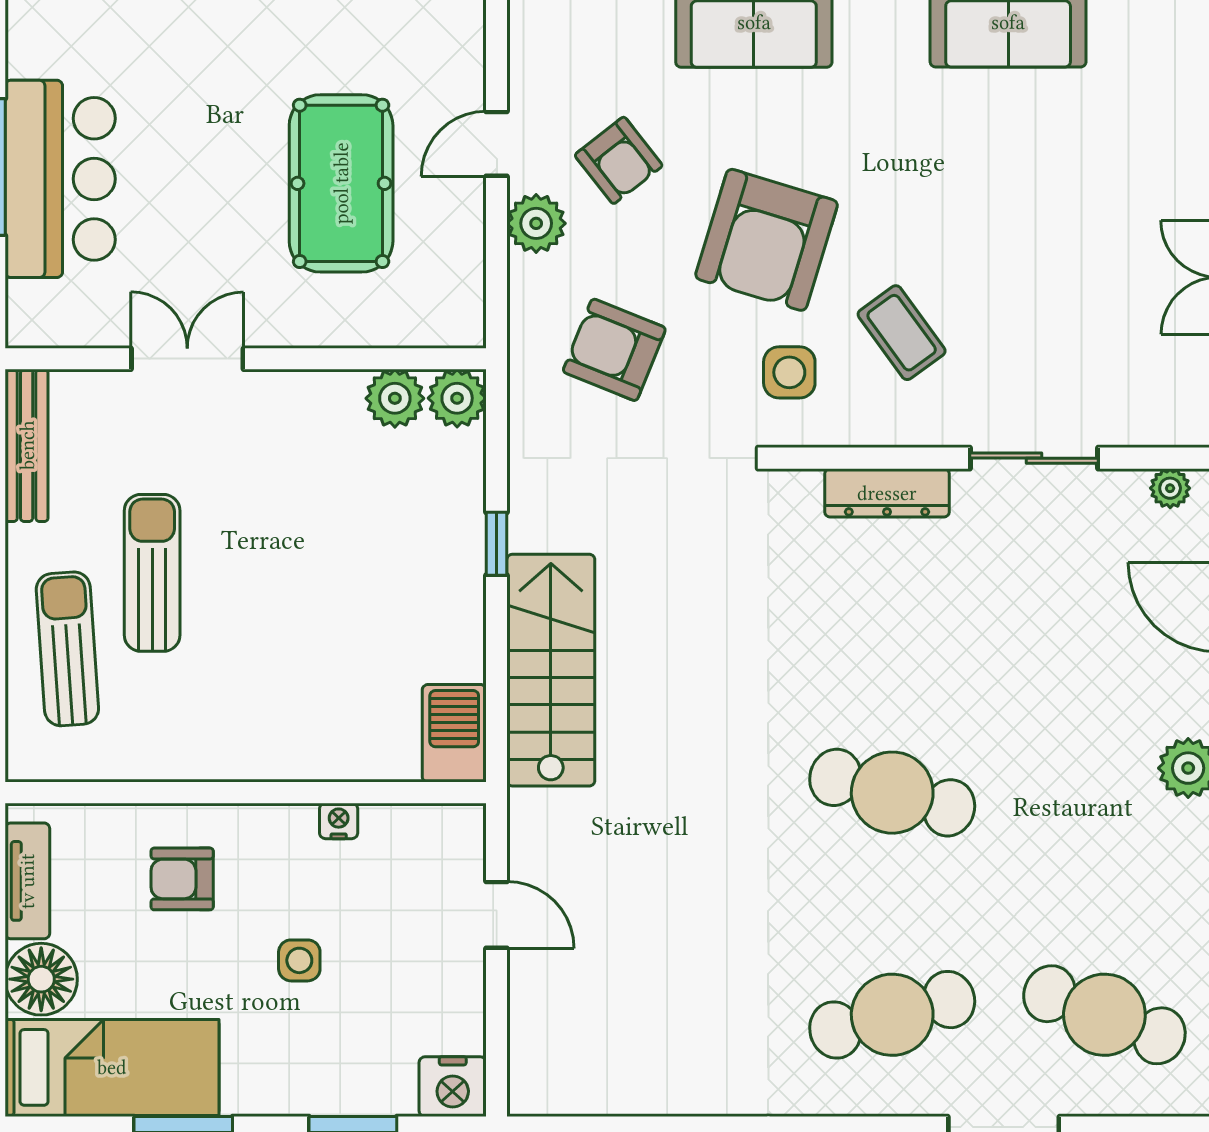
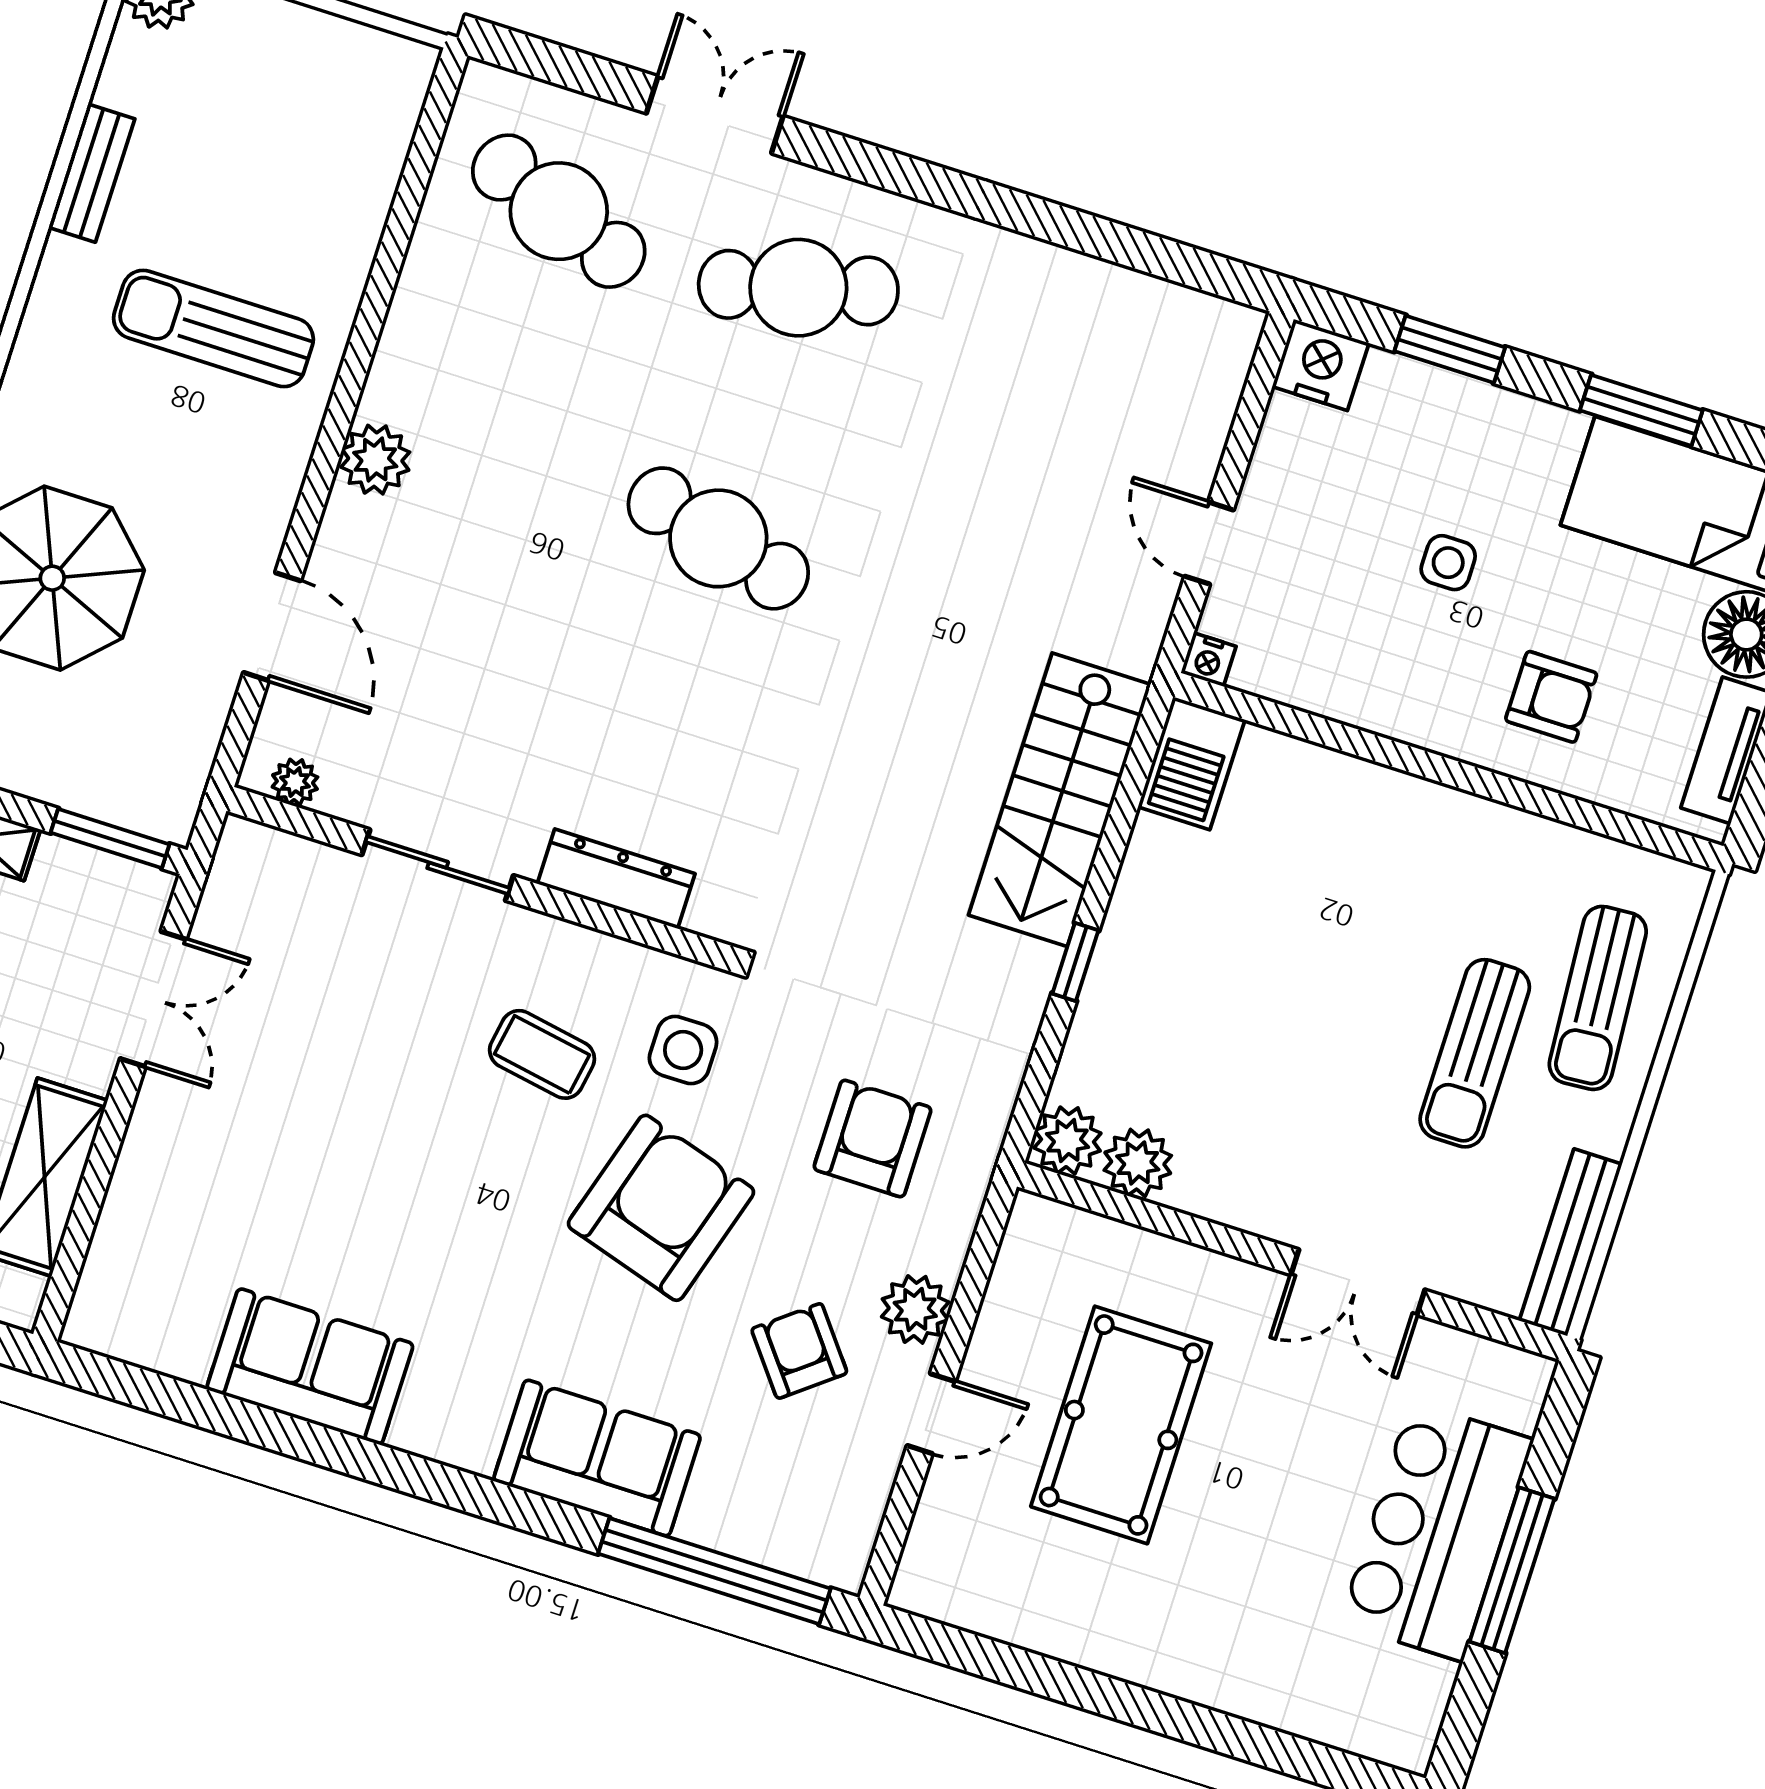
coffee table: (902, 333) -> (542, 1054), turned -44
armchair: (614, 350) -> (873, 1138), turned -112
nightstand: (339, 821) -> (1208, 660), moved

